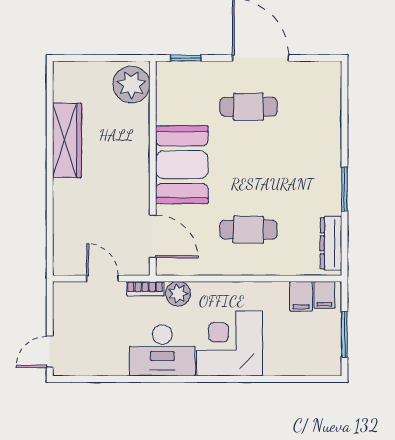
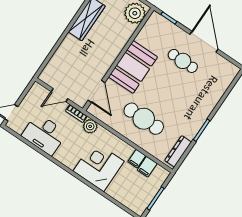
cafe table: (249, 230) -> (144, 119), width x1.37, depth x1.35
door: (102, 278) -> (59, 95), swing flipped
filing cabinet: (324, 295) -> (137, 159), moved
desk: (162, 350) -> (44, 134), moved

